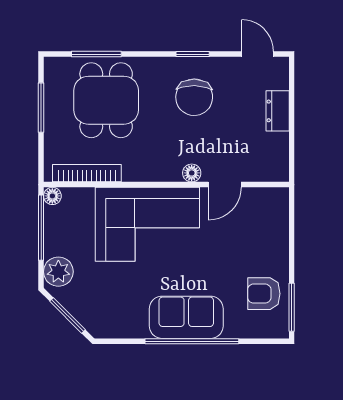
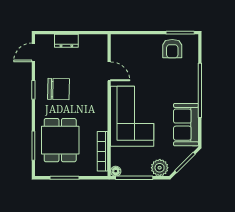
dining table: (106, 100) -> (60, 140), turned 90
floor lamp: (192, 173) -> (102, 90), removed
sofa: (186, 317) -> (186, 125), moved

